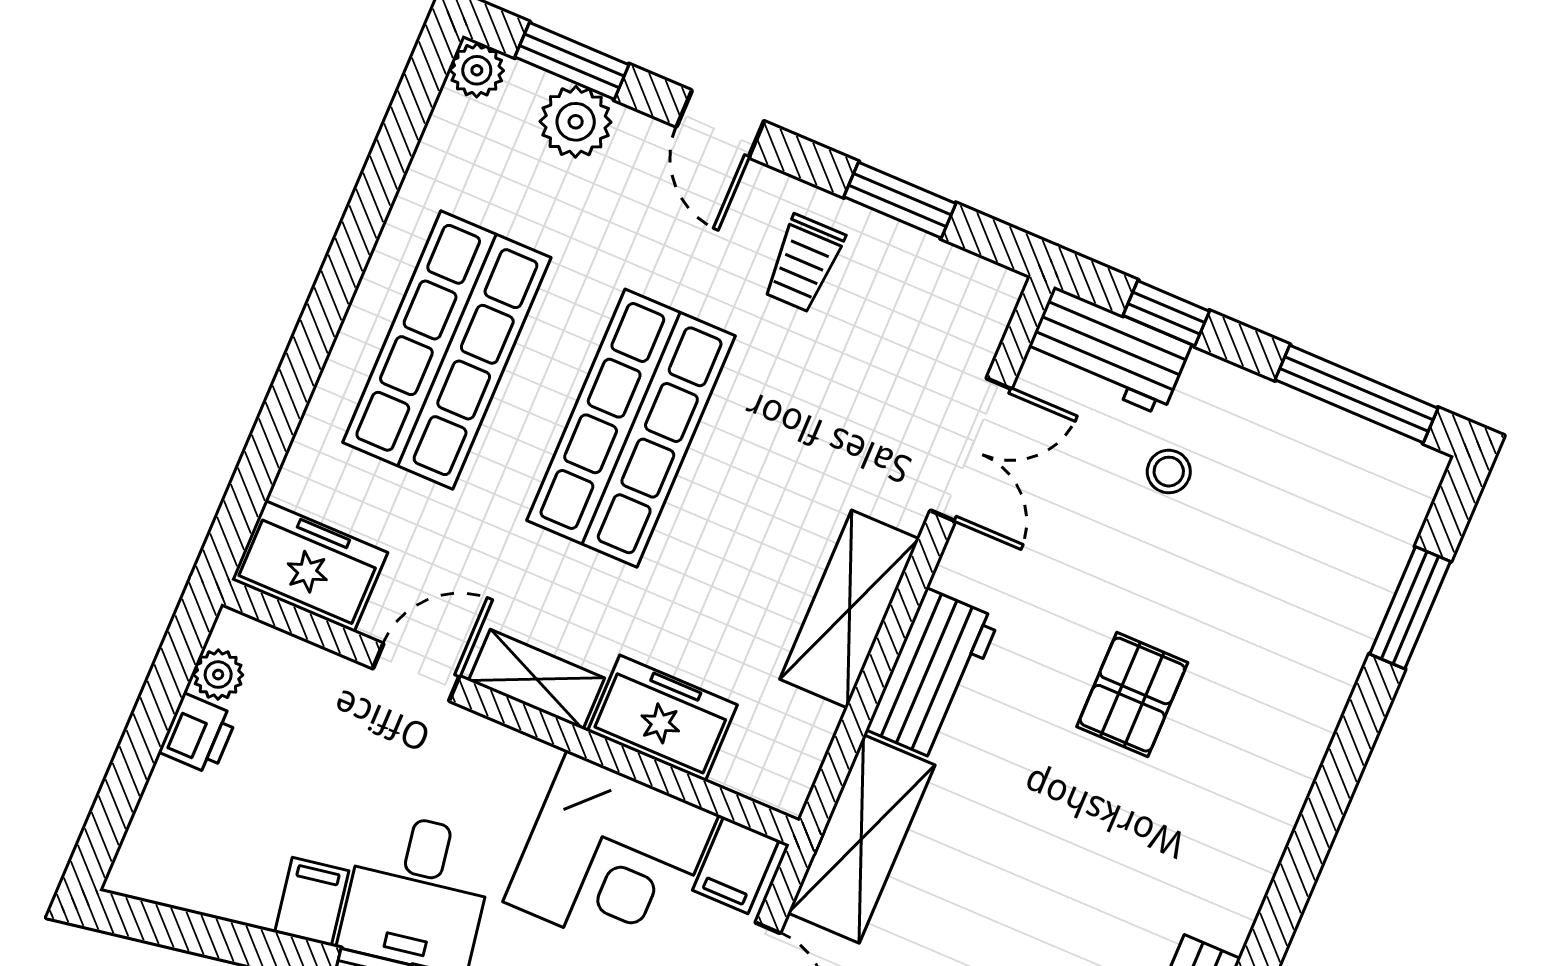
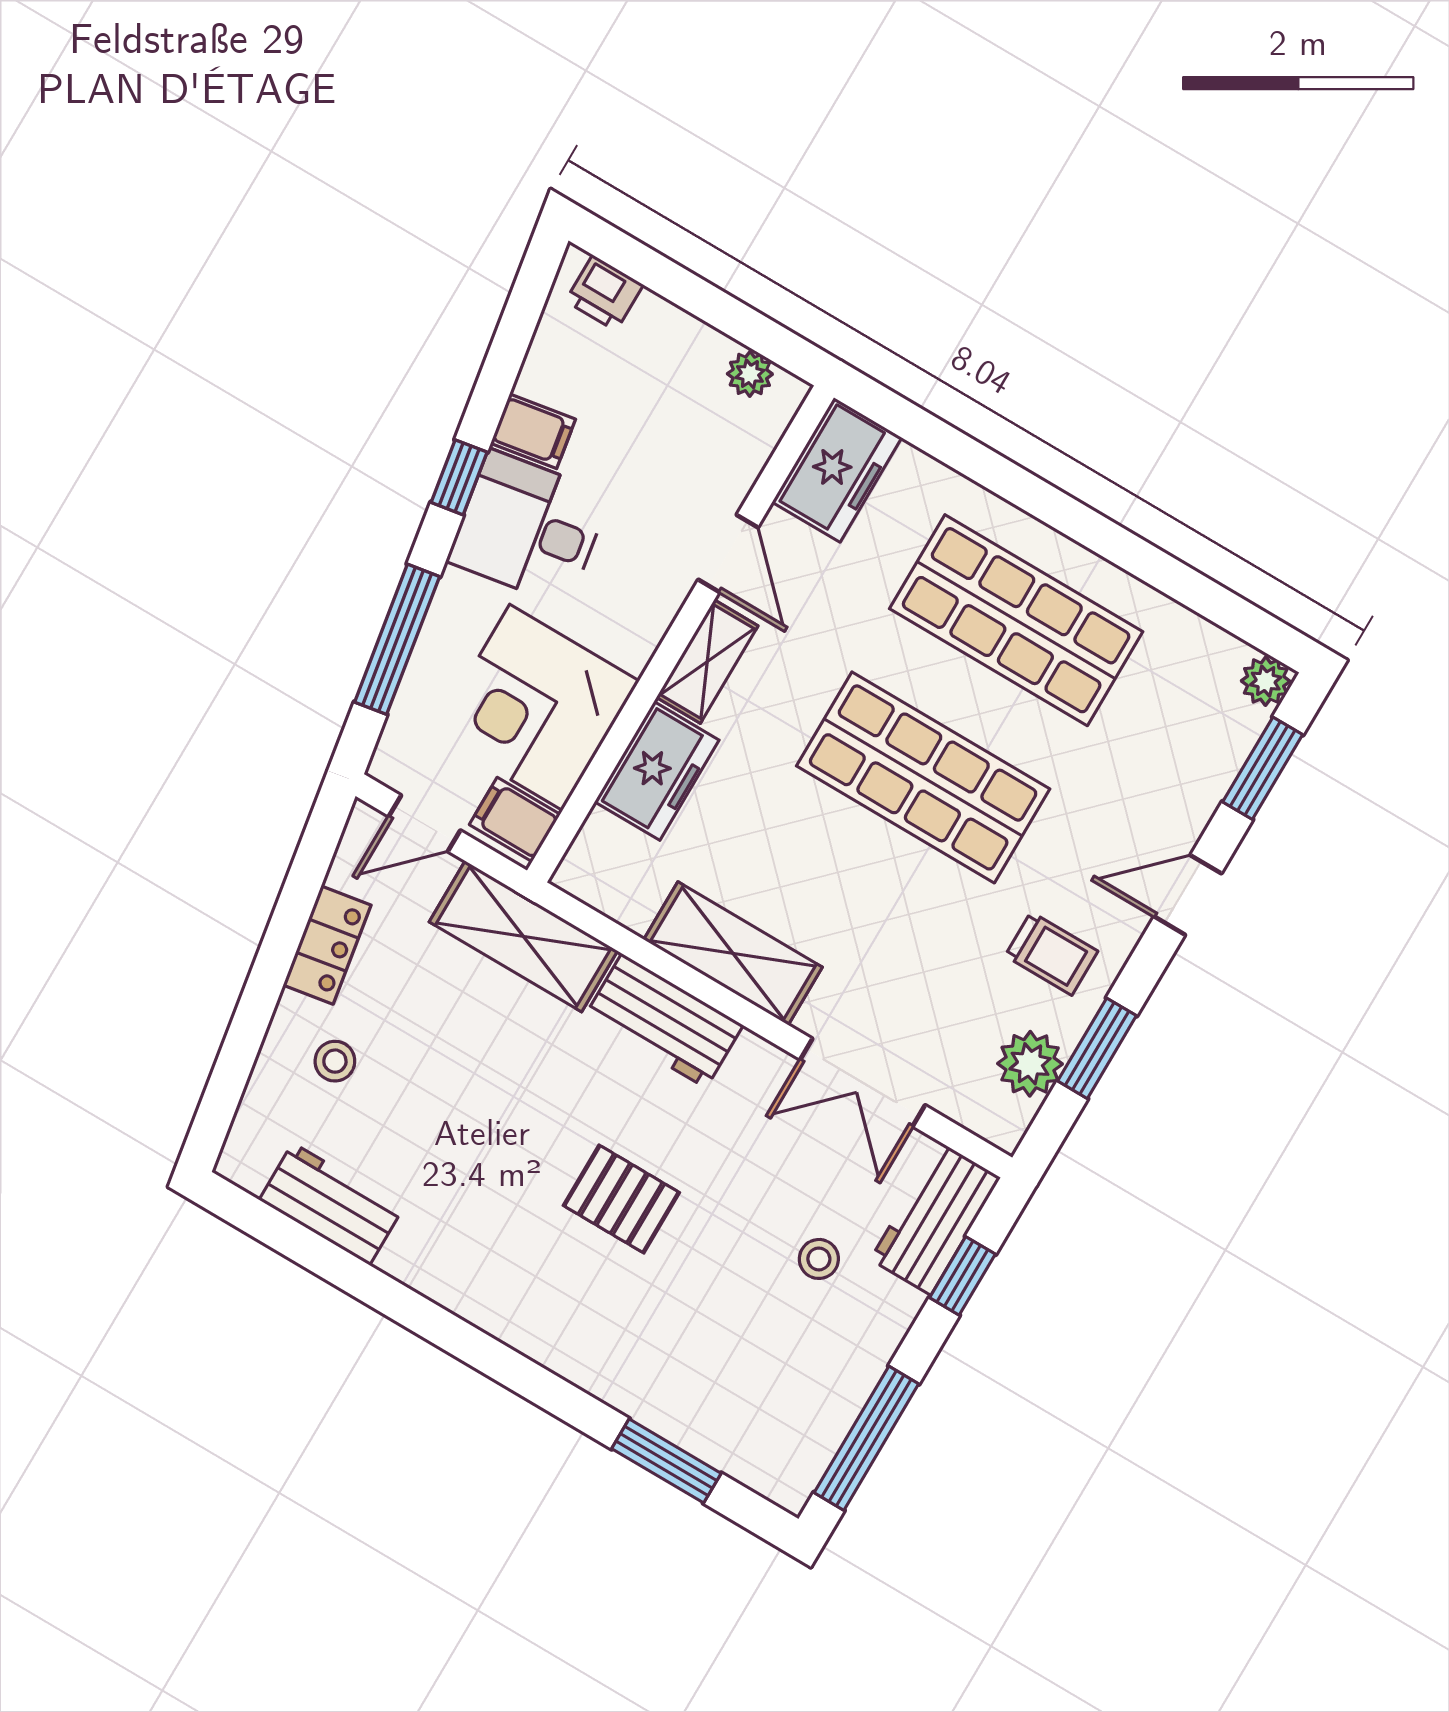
plant: (576, 122) -> (1030, 1064), moved
trolley: (804, 263) -> (1051, 954), turned 180
printer: (198, 734) -> (604, 293), moved

